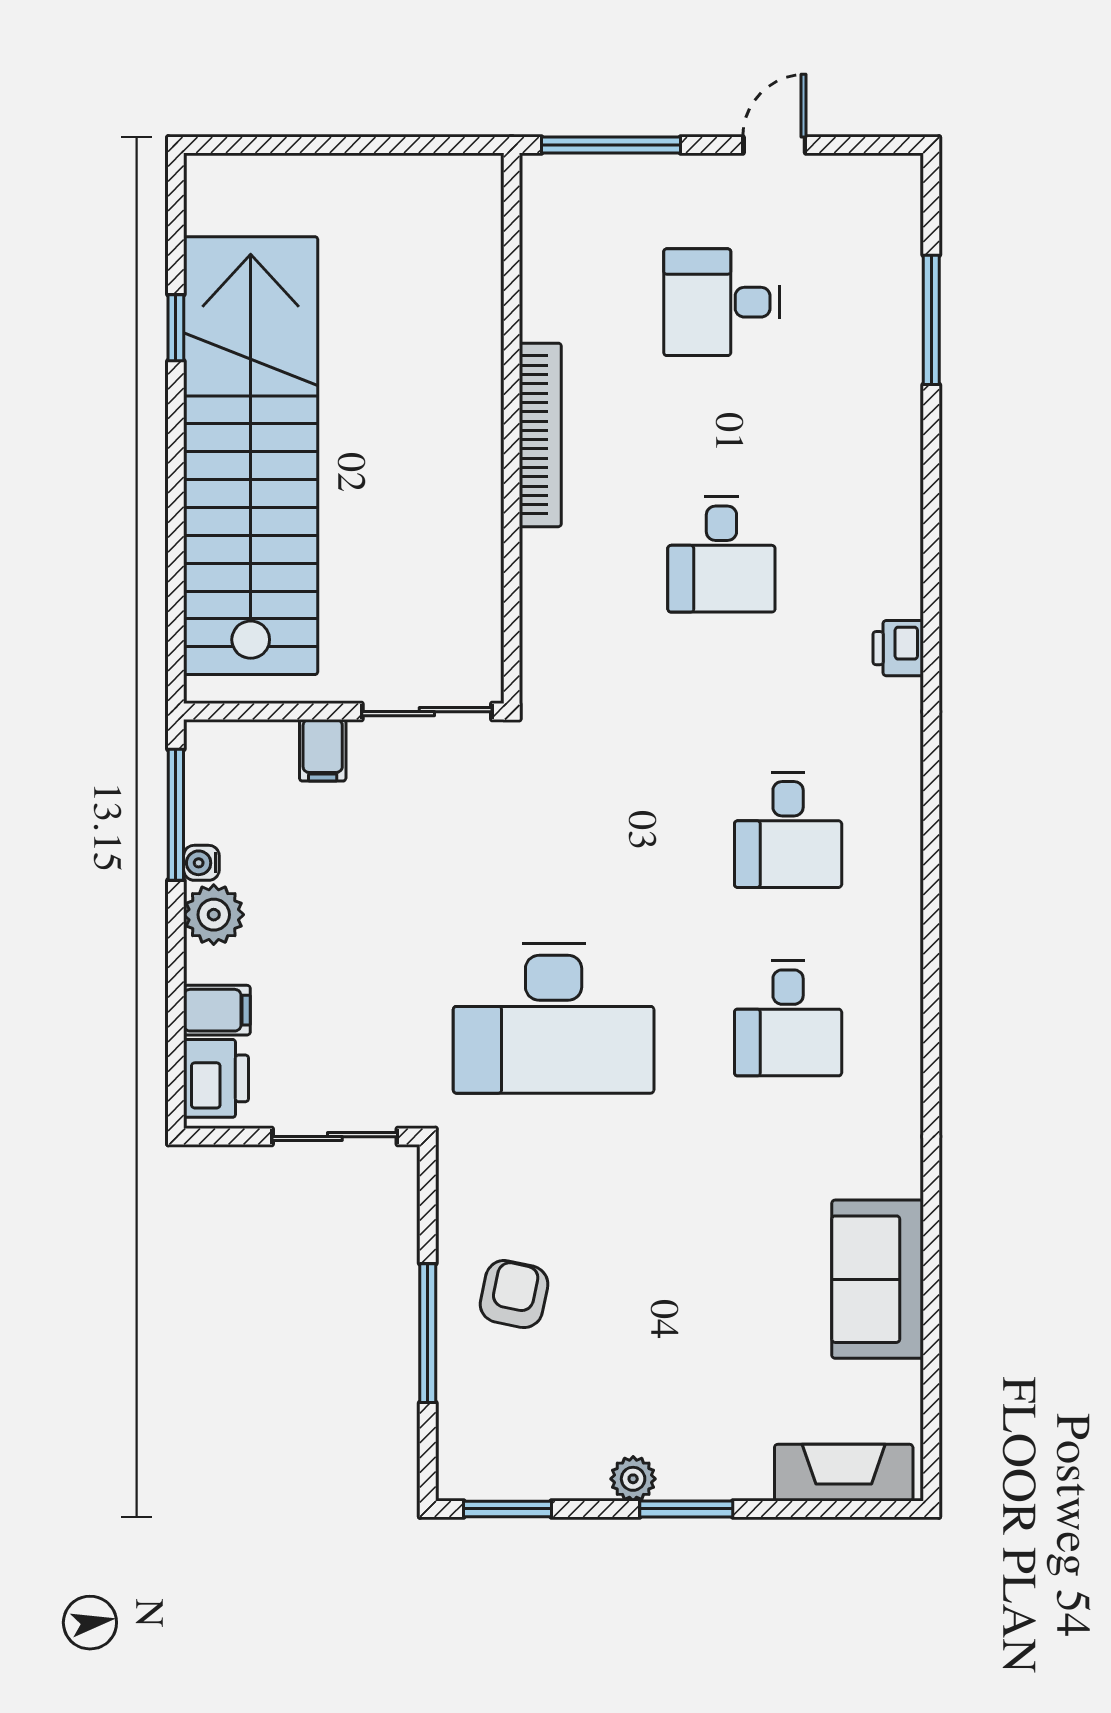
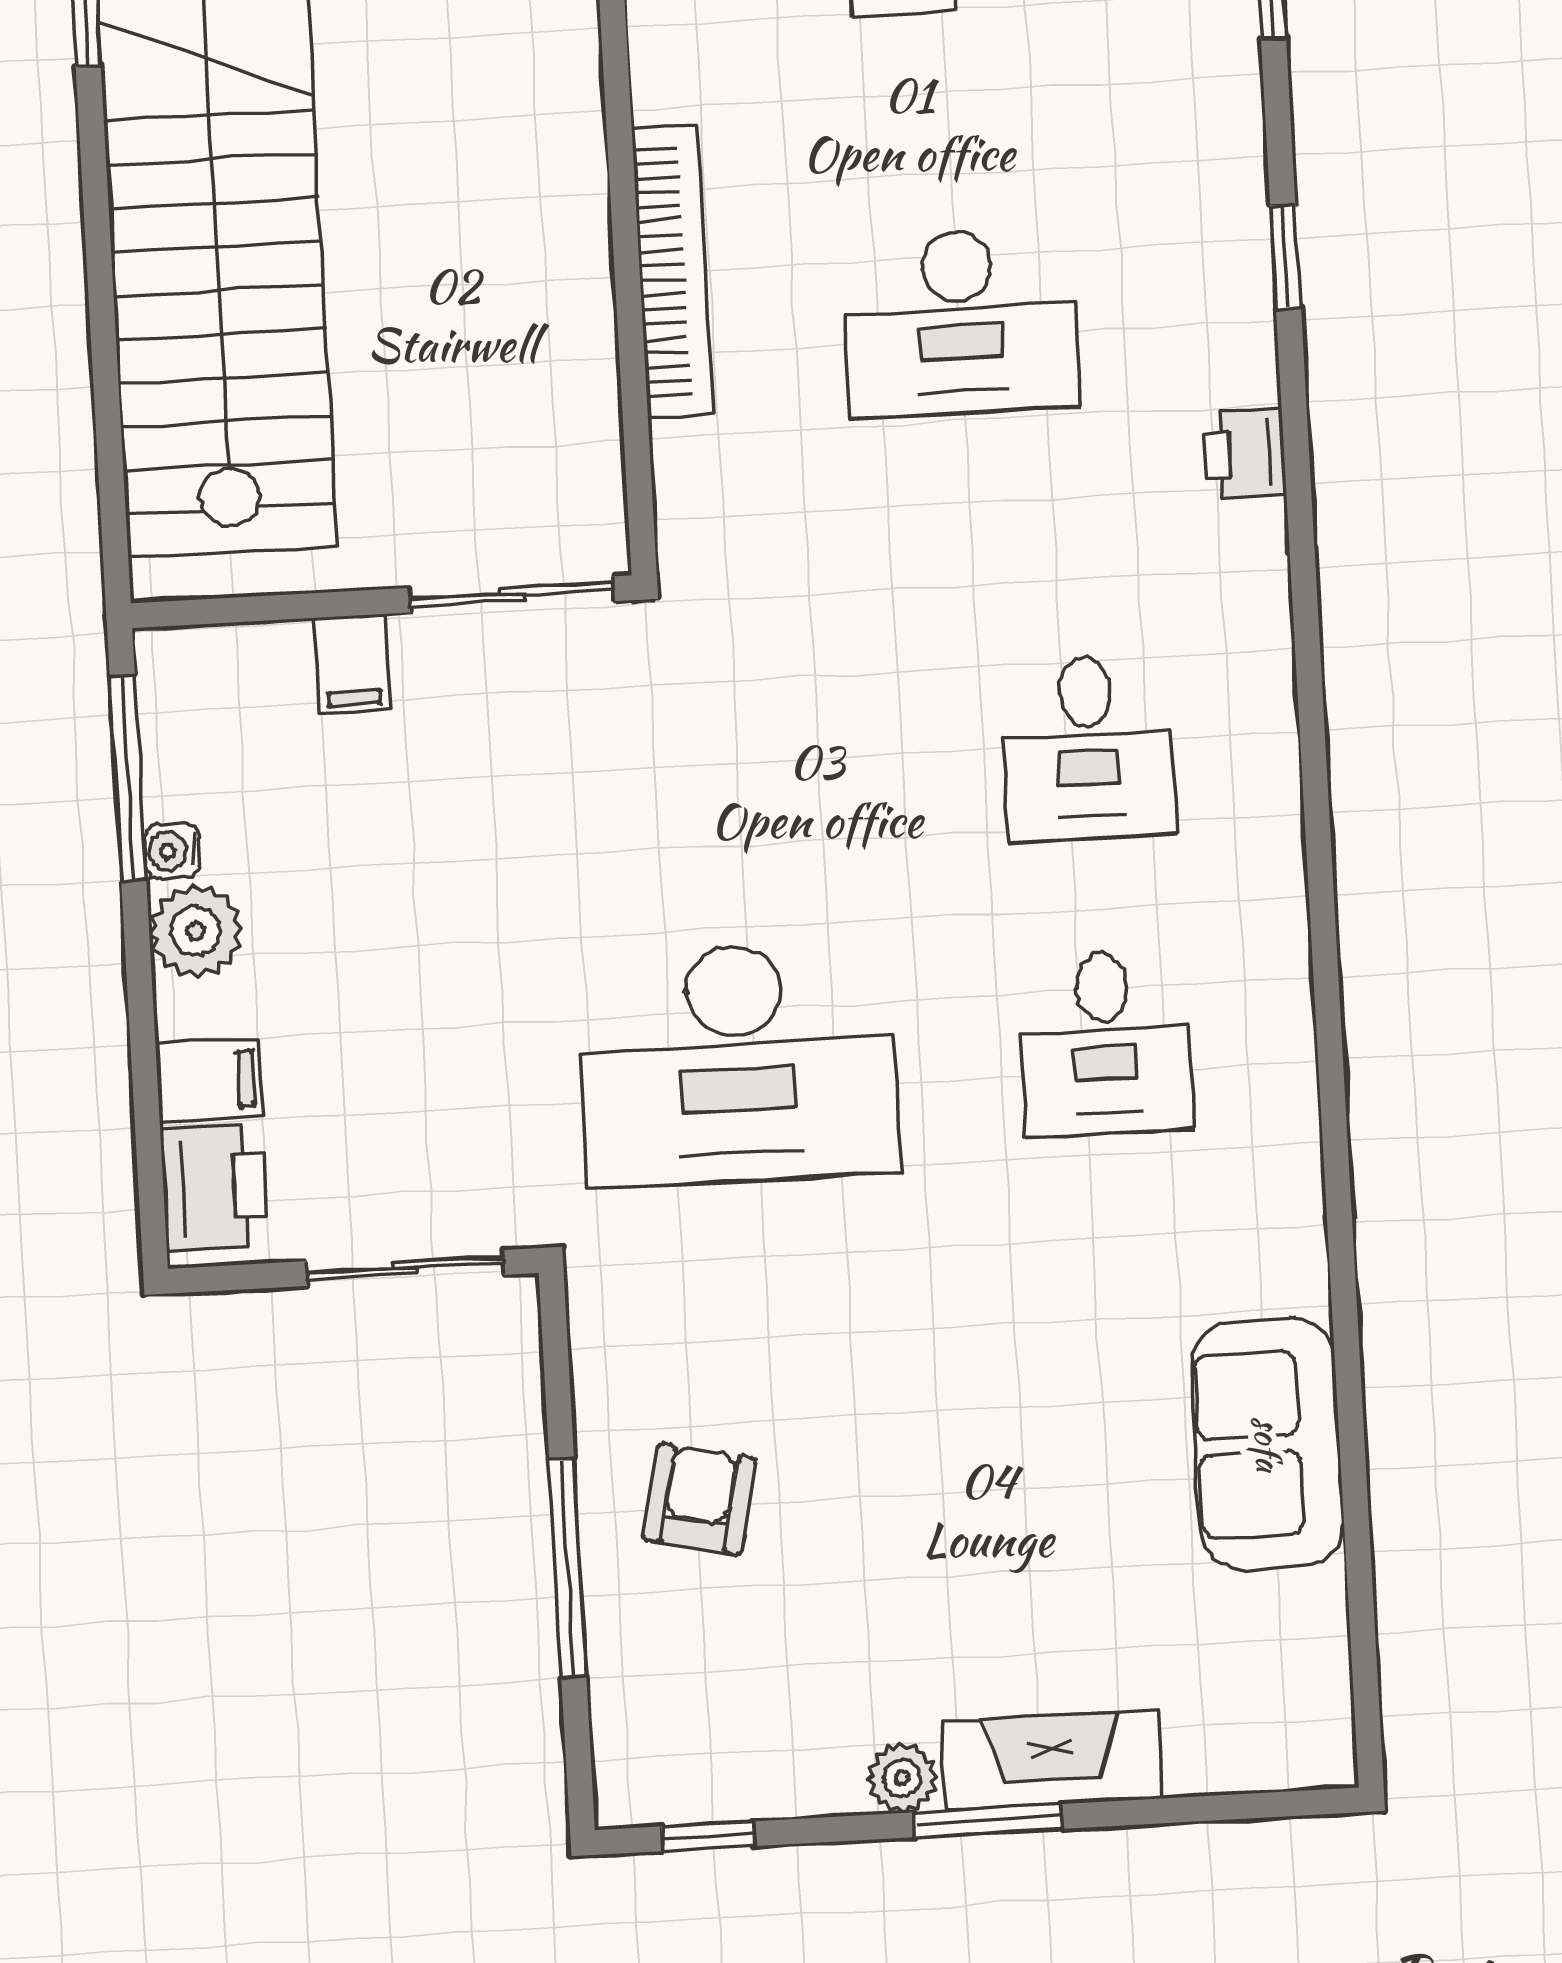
bookcase: (540, 435) -> (672, 272), moved
window: (931, 524) -> (1286, 257), added
desk: (721, 554) -> (960, 323), width x1.37
fireplace: (844, 1473) -> (1051, 1760), moved
window: (507, 1509) -> (708, 1836), width x0.67

